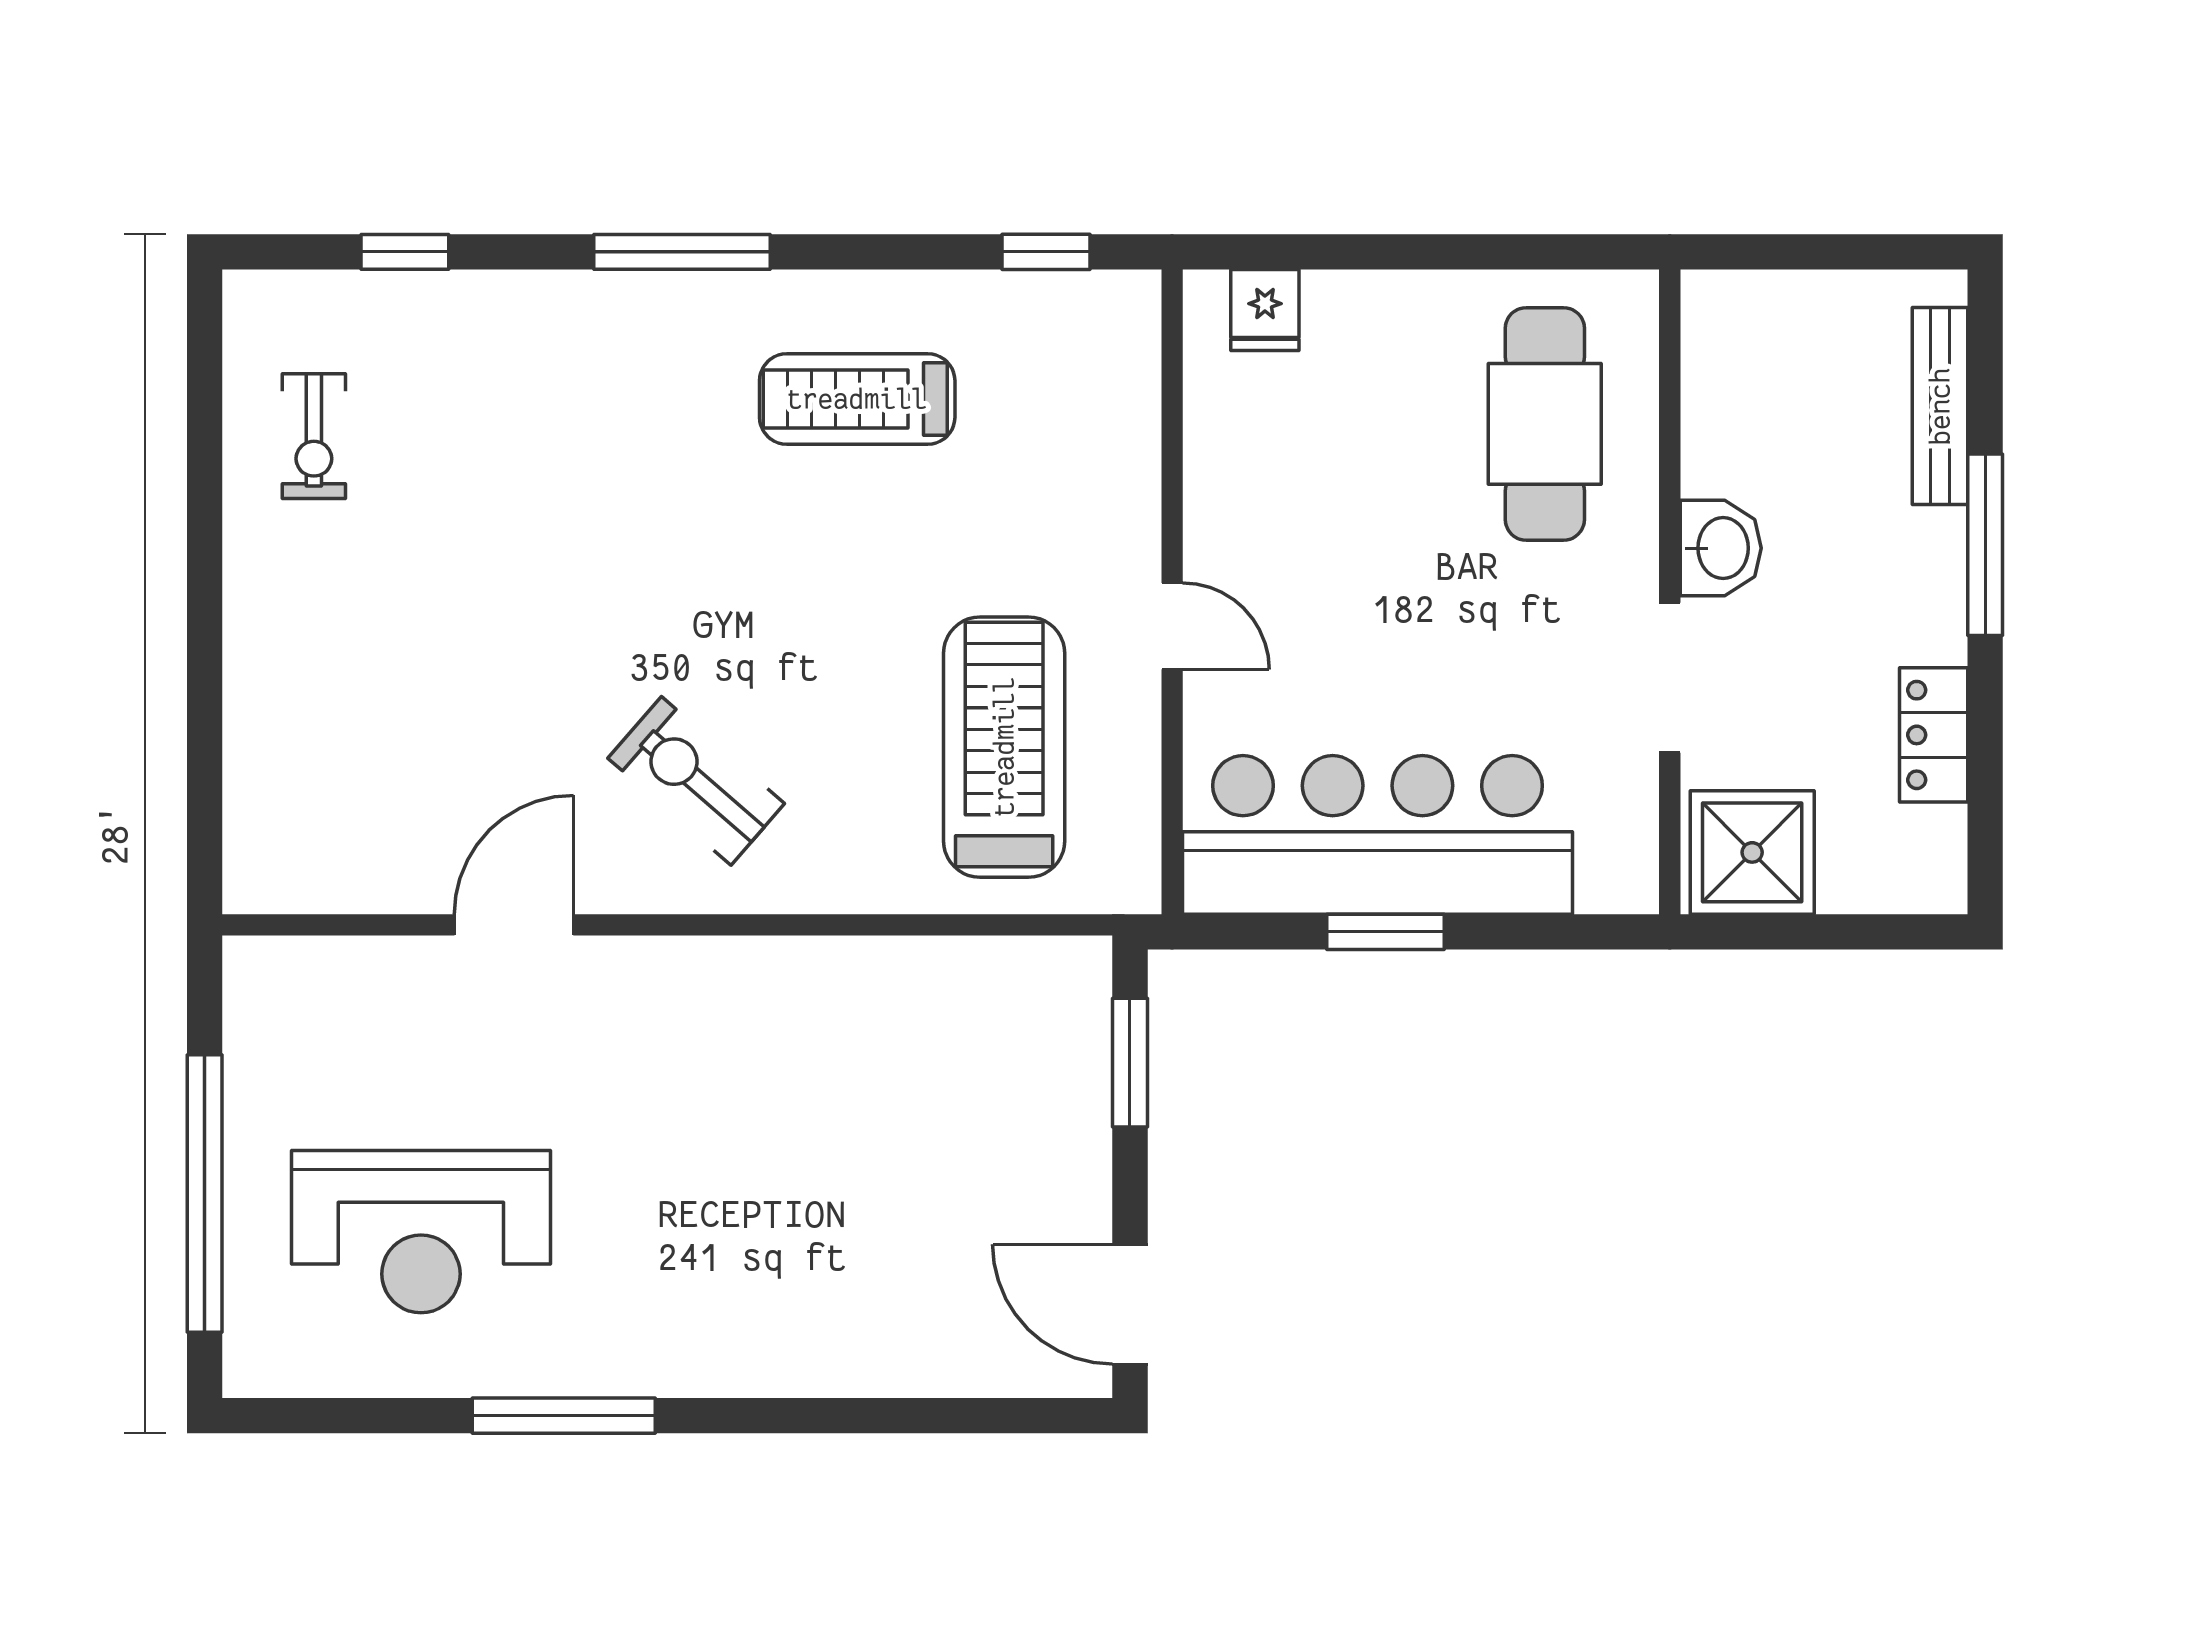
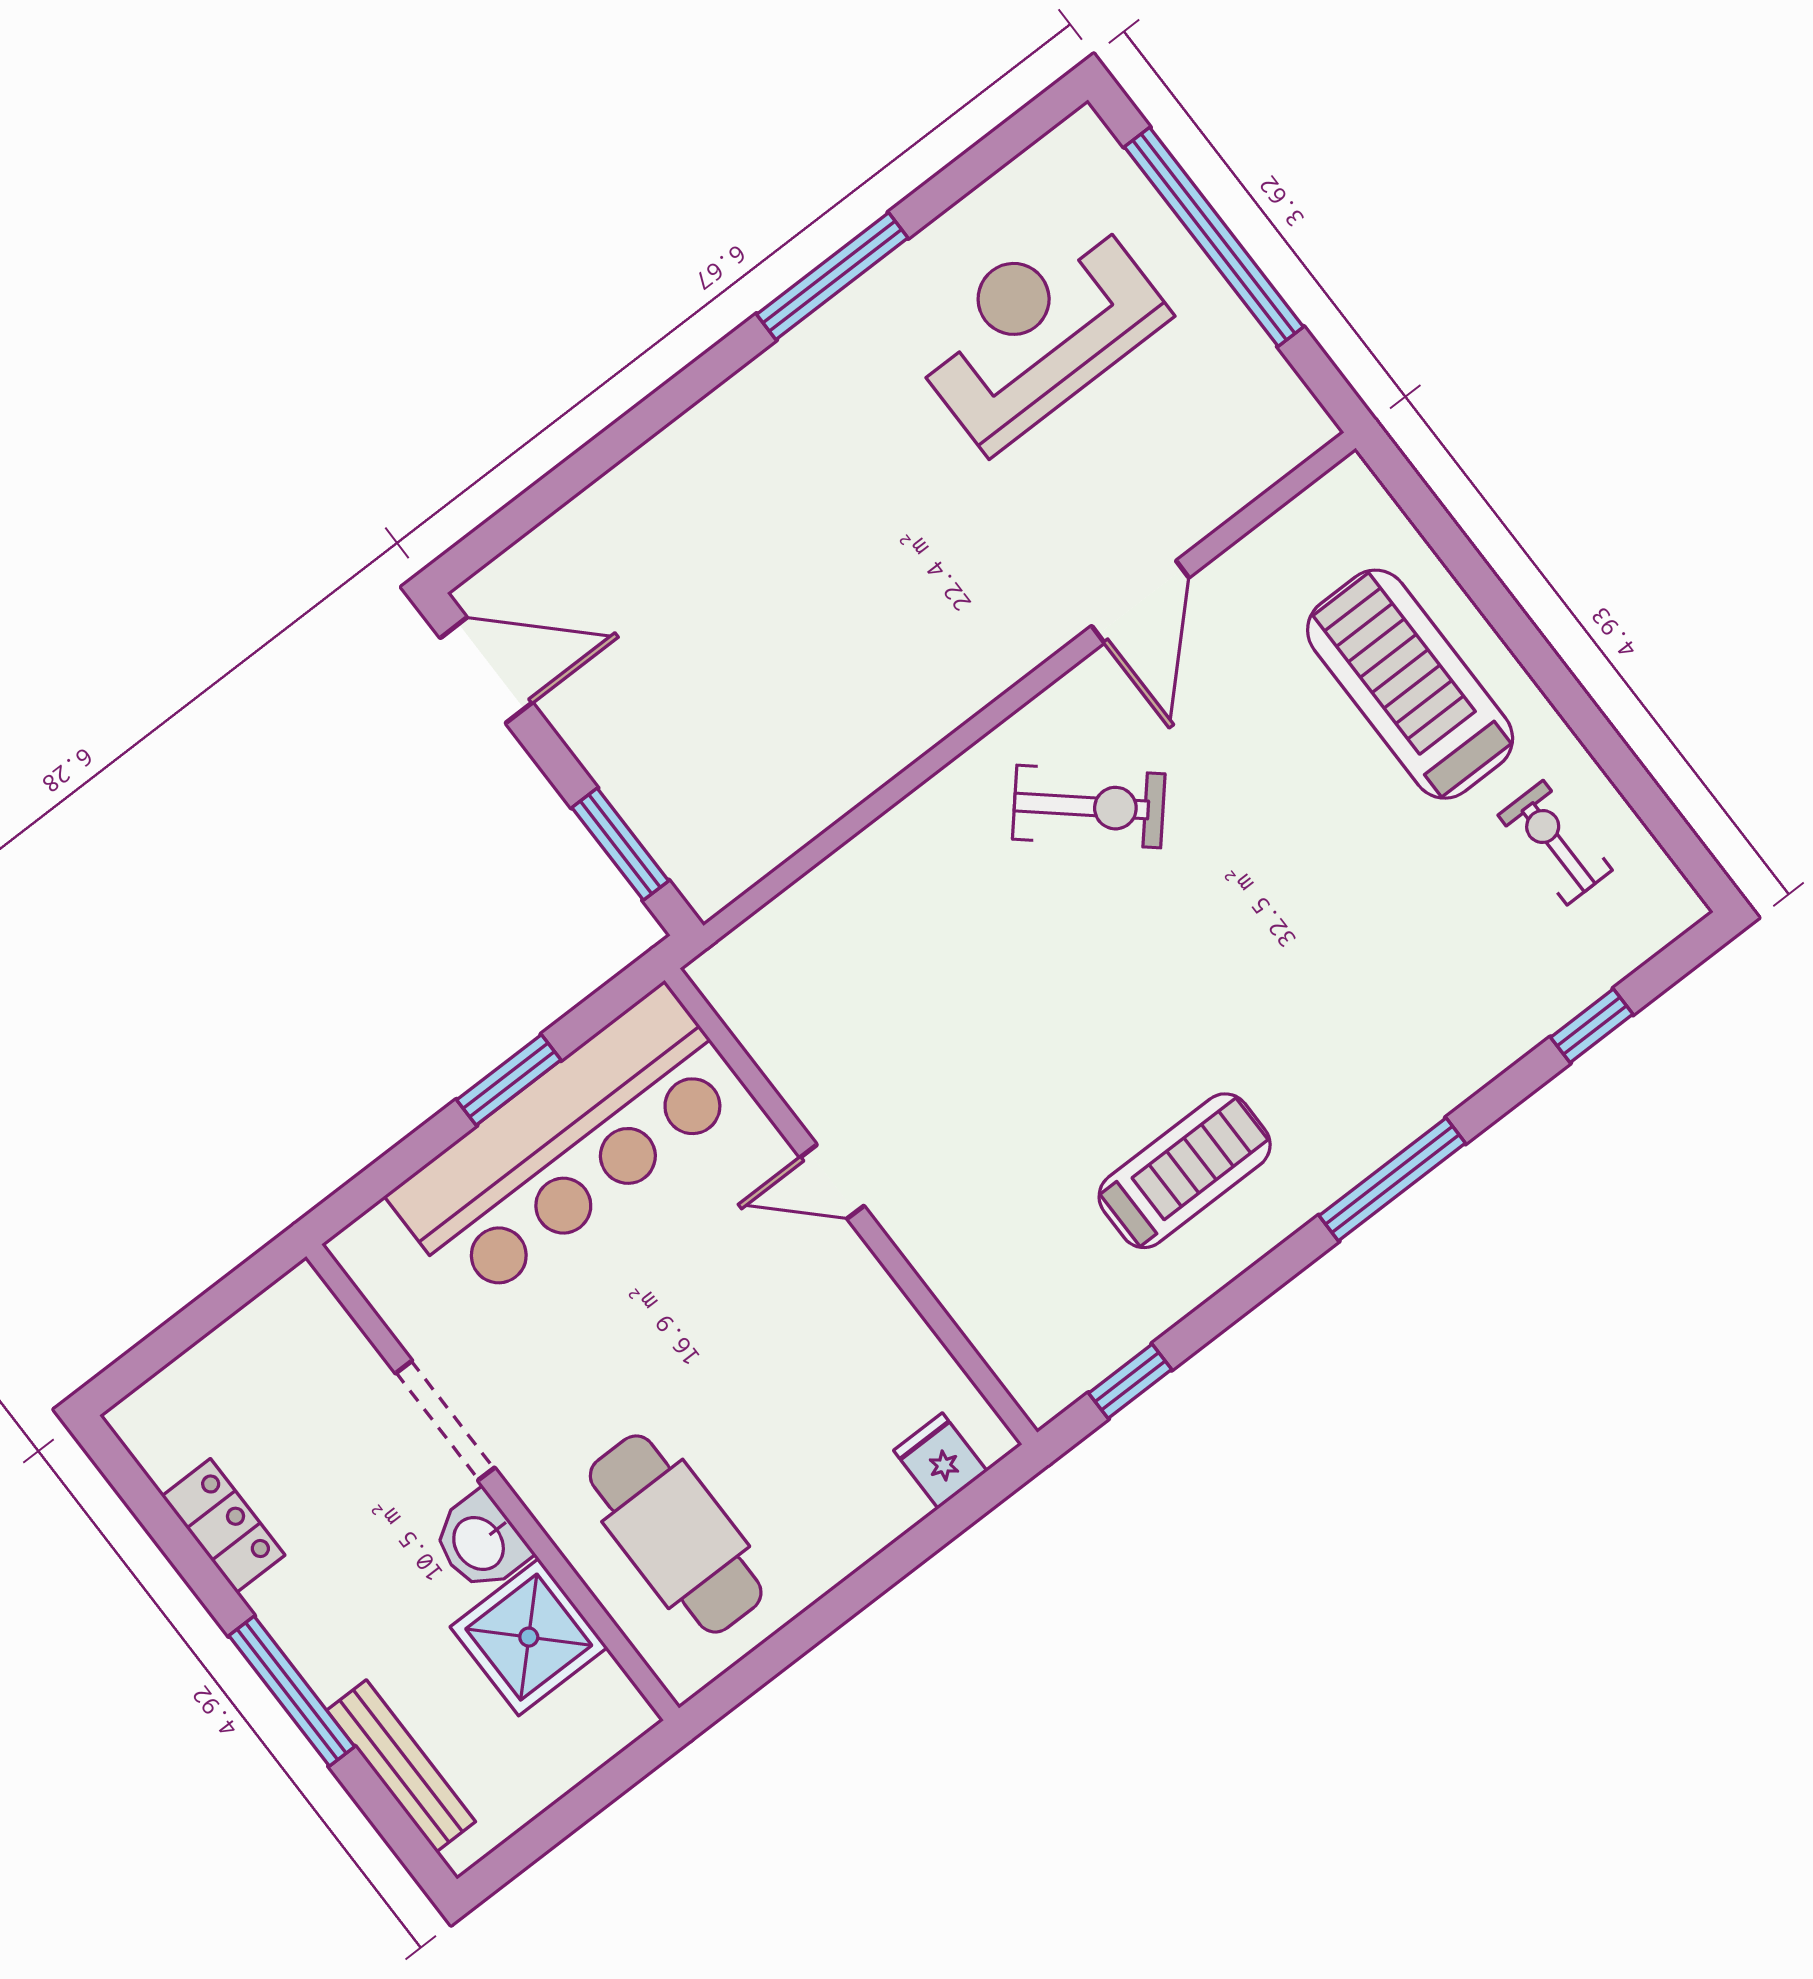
treadmill: (1004, 747) -> (1410, 684), moved, turned 180
shower: (1752, 852) -> (529, 1637), moved

